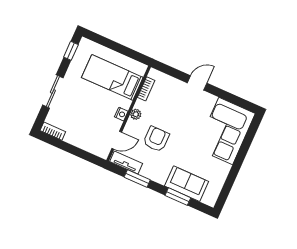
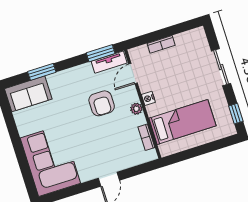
bookcase: (53, 131) -> (161, 44), moved
window: (137, 179) -> (101, 53), moved
sofa: (187, 184) -> (28, 94), moved

